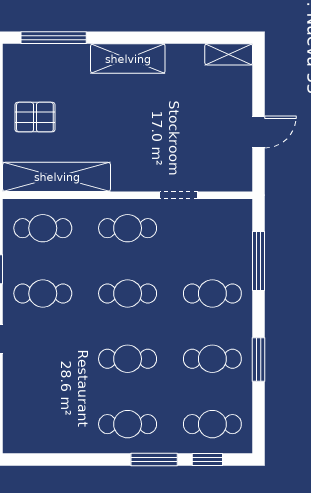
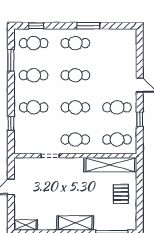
pallet: (35, 117) -> (121, 194), turned 90
window: (259, 261) -> (11, 123), width x0.46
window: (259, 359) -> (11, 60), moved
window: (154, 459) -> (88, 26), moved

